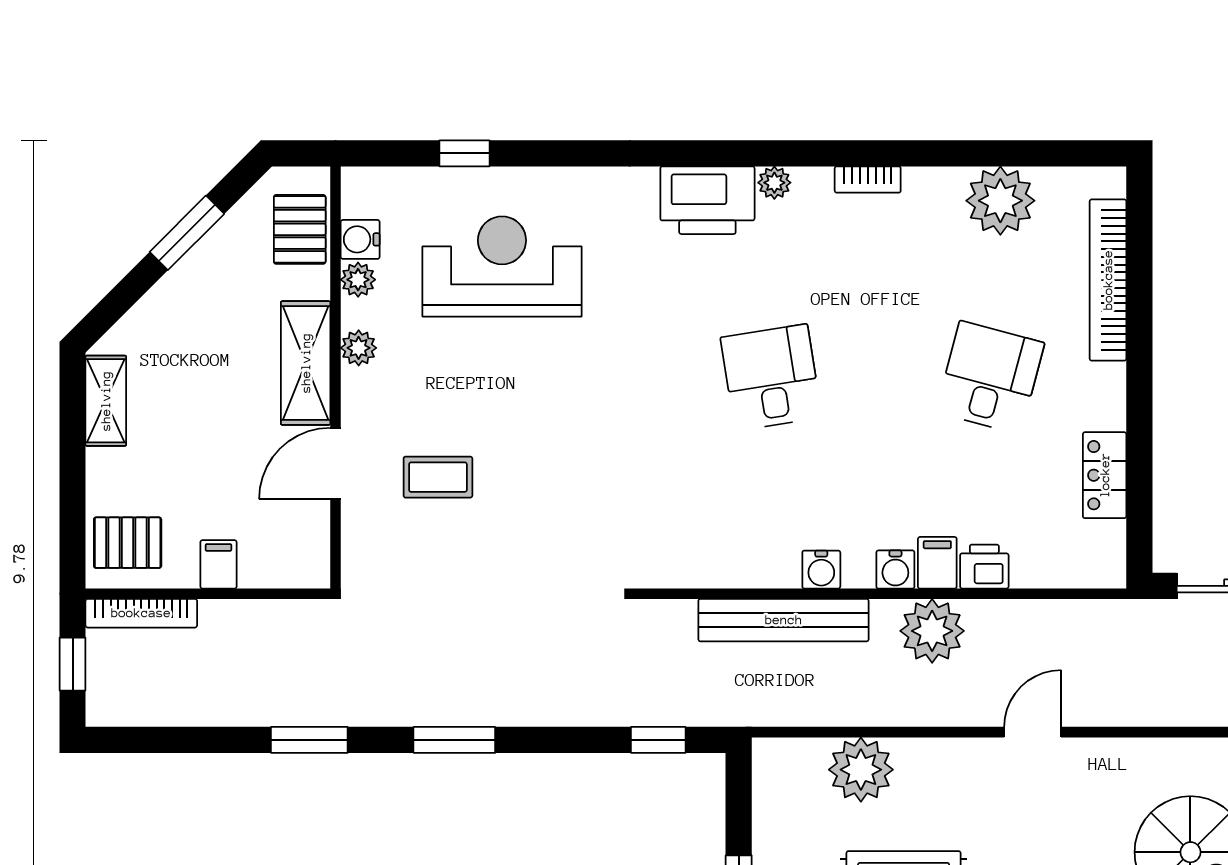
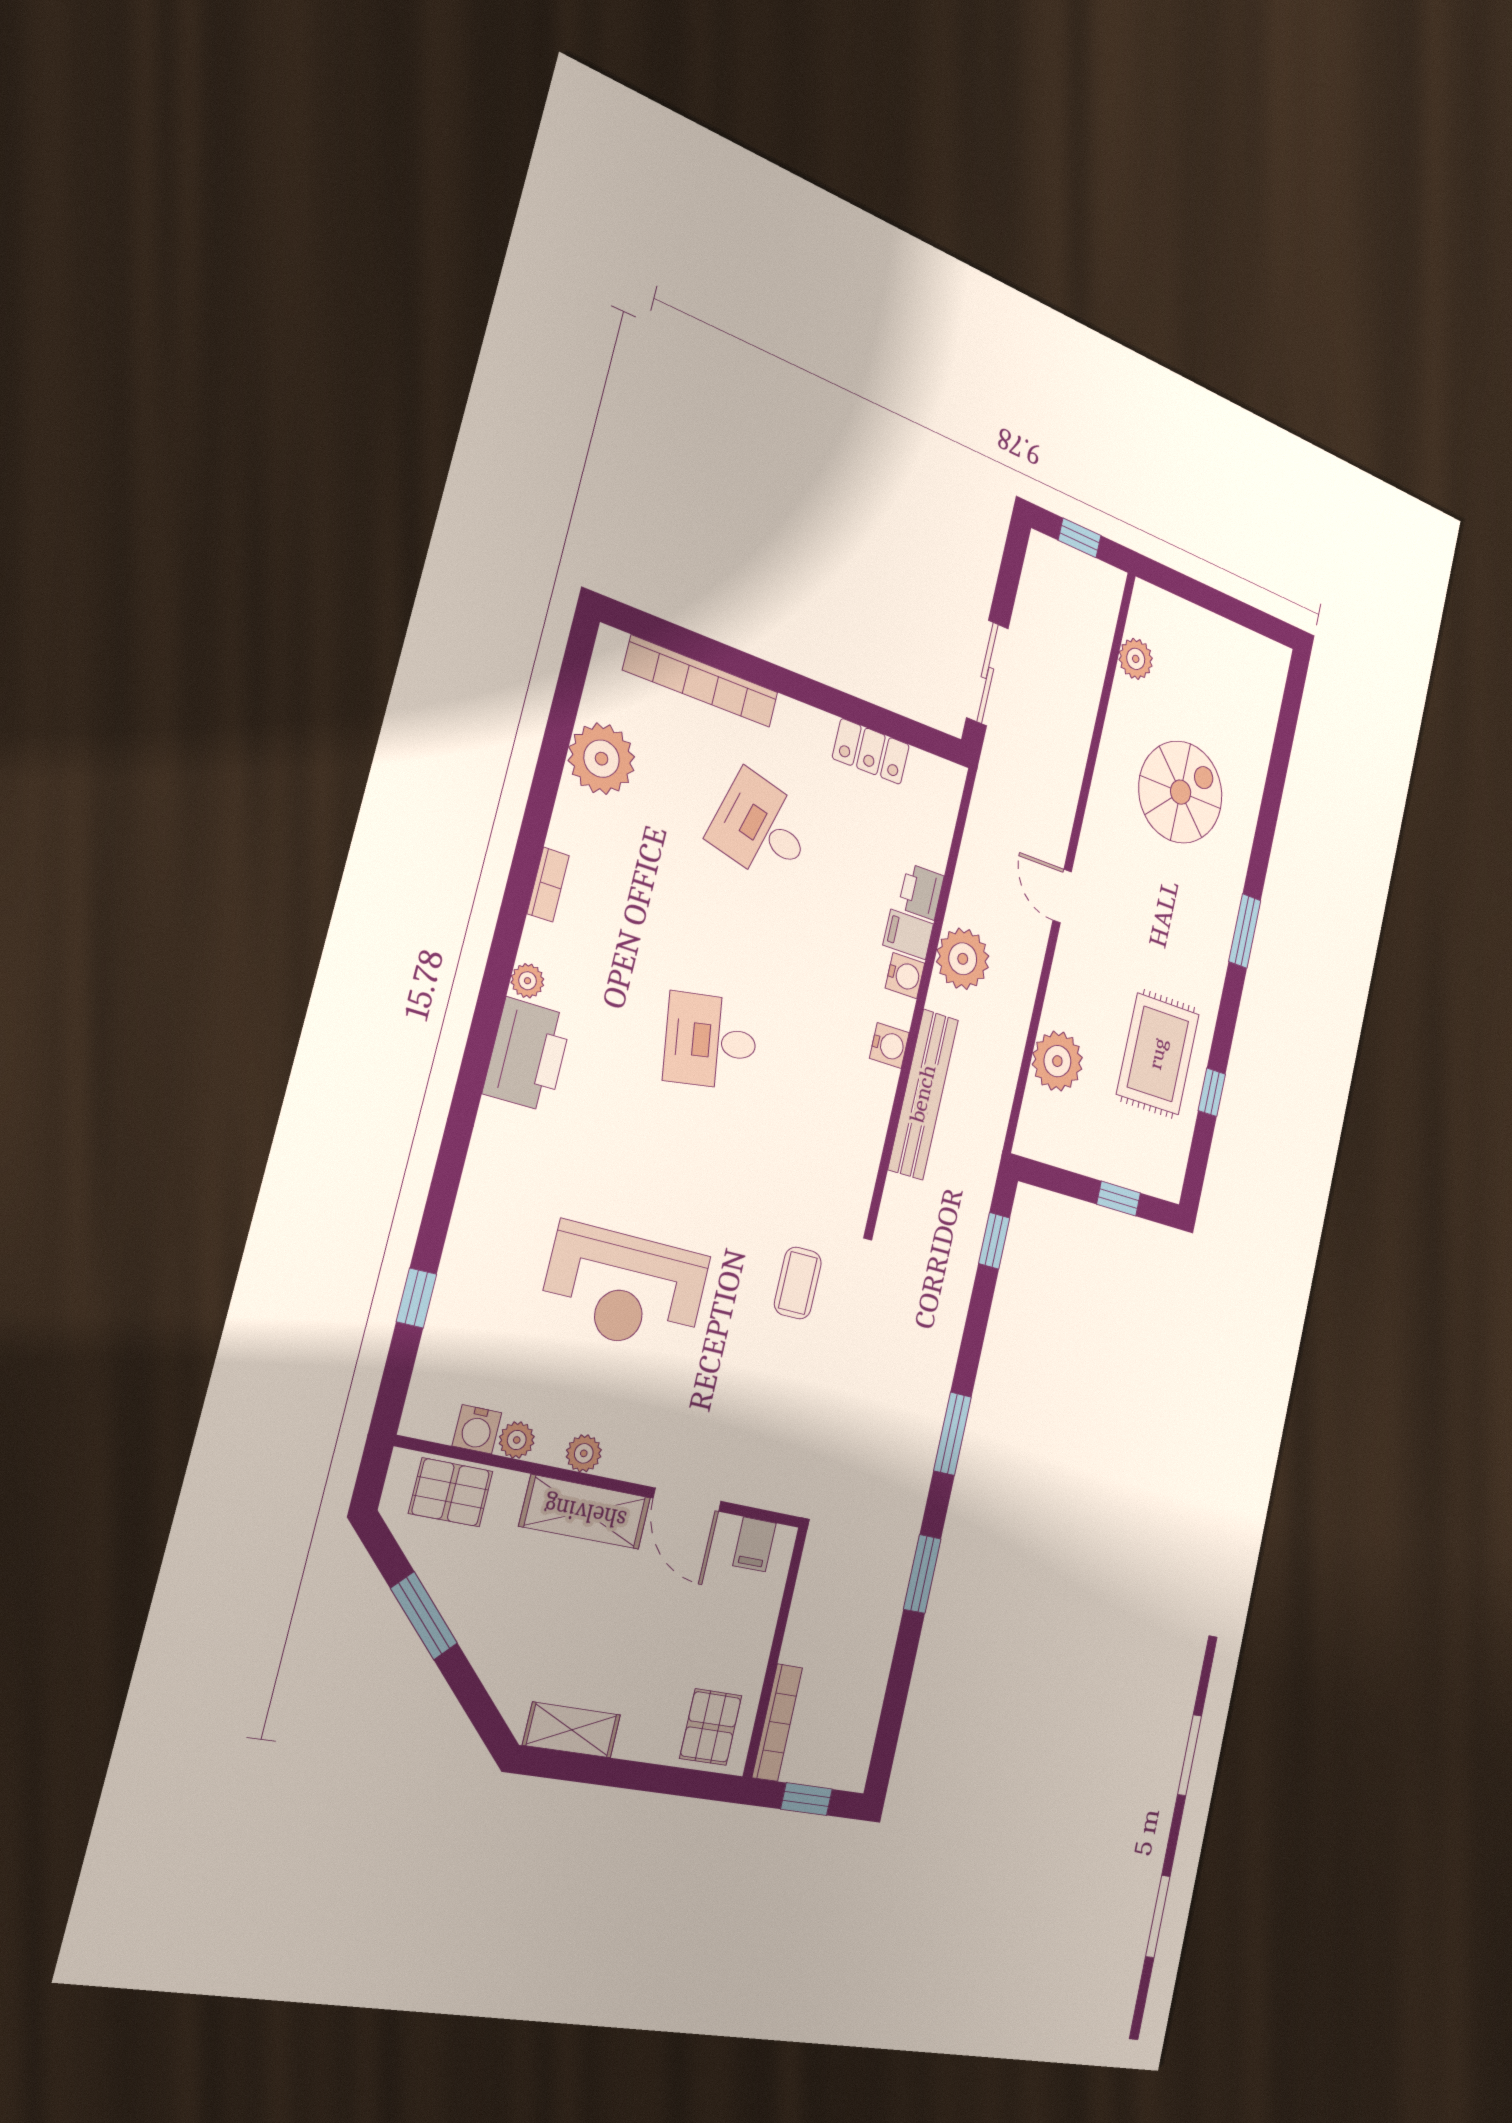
reception desk: (502, 266) -> (625, 1289), moved, turned -90
coffee table: (438, 477) -> (798, 1283), moved
filing cabinet: (218, 564) -> (754, 1544), moved, turned -90

